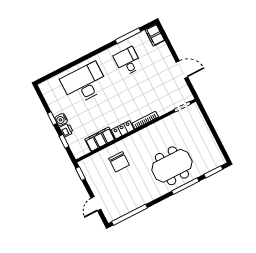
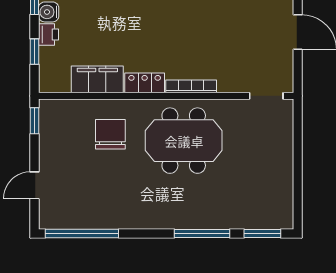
chair: (119, 162) -> (110, 134), turned 180
meeting table: (172, 166) -> (184, 141), moved

